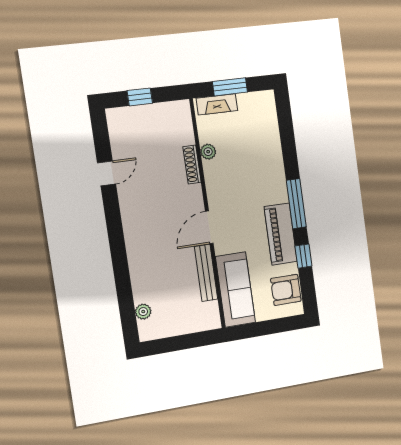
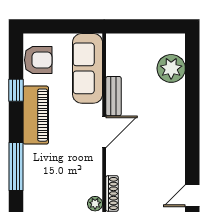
window: (296, 204) -> (16, 166), moved
bench: (206, 273) -> (113, 96), width x0.73
plant: (143, 312) -> (171, 68), width x1.88, depth x1.88

